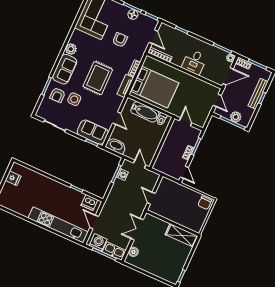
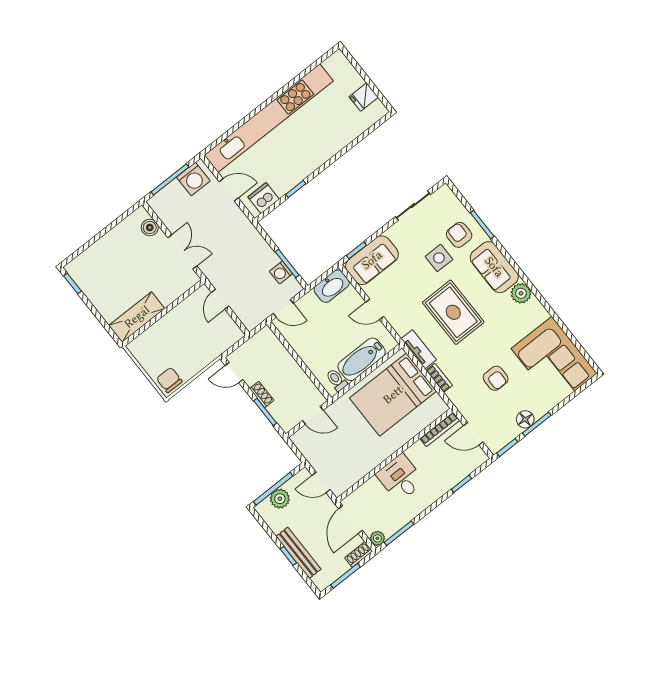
door: (151, 198) -> (220, 299), swing flipped
kitchen unit: (58, 225) -> (269, 118), width x1.36
kitchen sink: (114, 251) -> (166, 198), removed

